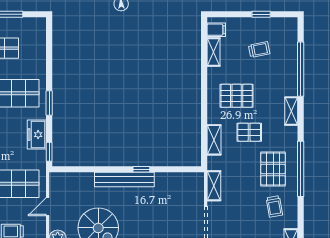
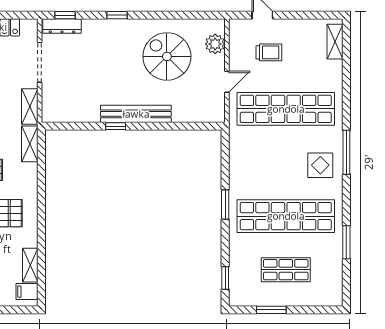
freezer: (37, 135) -> (240, 167), removed
shelving: (214, 140) -> (30, 144), moved
window: (49, 152) -> (225, 278), moved

